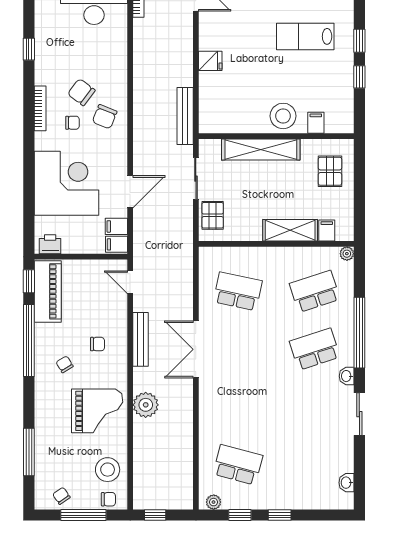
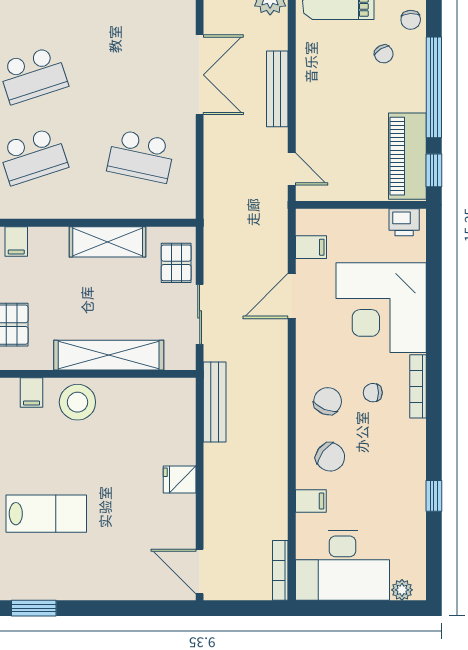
chair: (81, 92) -> (330, 457), moved
bookcase: (40, 108) -> (418, 386), moved
shelving: (290, 230) -> (108, 242), moved
filing cabinet: (117, 244) -> (311, 501), moved
chair: (97, 344) -> (411, 20), moved, turned -93

